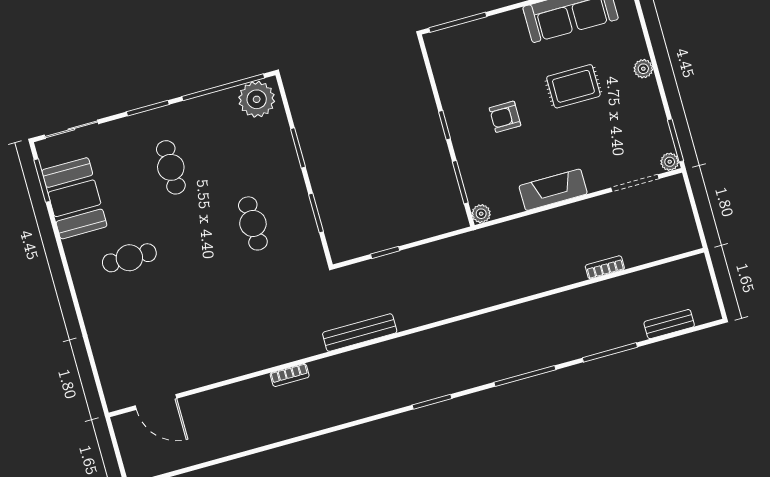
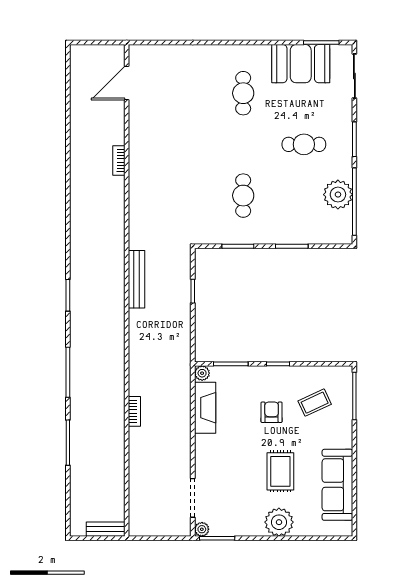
coffee table: (479, 68) -> (315, 403), added
plant: (643, 69) -> (279, 522), width x1.88, depth x1.88
plant: (257, 99) -> (338, 195), moved
fireplace: (553, 190) -> (205, 408), moved
cafe table: (253, 223) -> (243, 196), turned 90
bookcase: (605, 267) -> (134, 411), moved
bench: (669, 324) -> (106, 529), moved, turned 90
bench: (360, 333) -> (137, 279), moved
bookcase: (290, 375) -> (119, 160), moved

